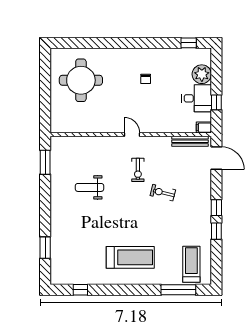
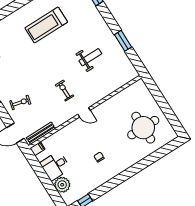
window: (216, 102) -> (40, 172), removed
window: (45, 162) -> (123, 41), moved
exercise bike: (163, 193) -> (20, 102), moved
treadmill: (130, 257) -> (46, 25), moved

